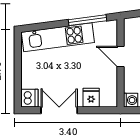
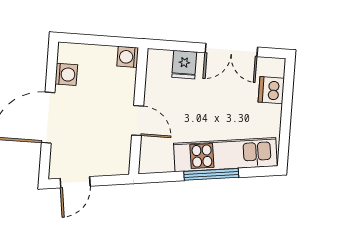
window: (87, 20) -> (211, 174), moved
dishwasher: (29, 98) -> (271, 90), moved

